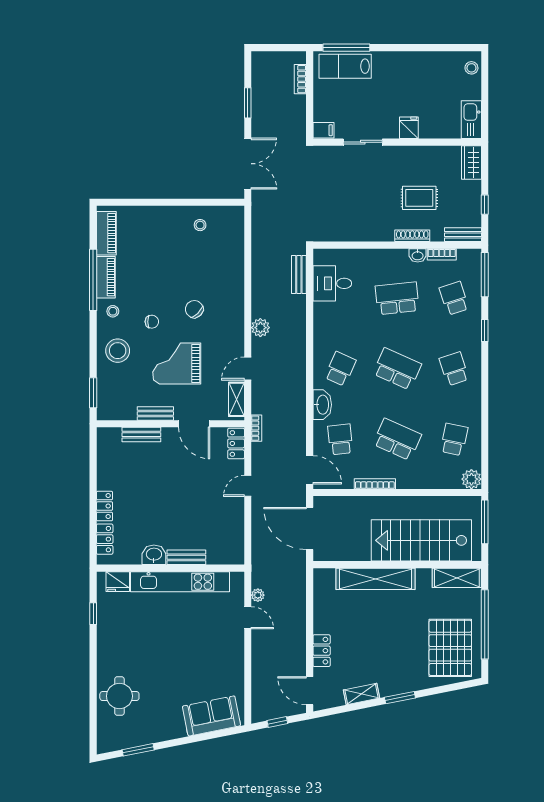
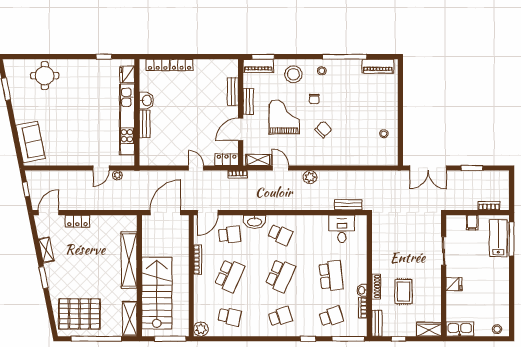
filing cabinet: (323, 130) -> (472, 223), moved
piano: (106, 277) -> (258, 66), moved

